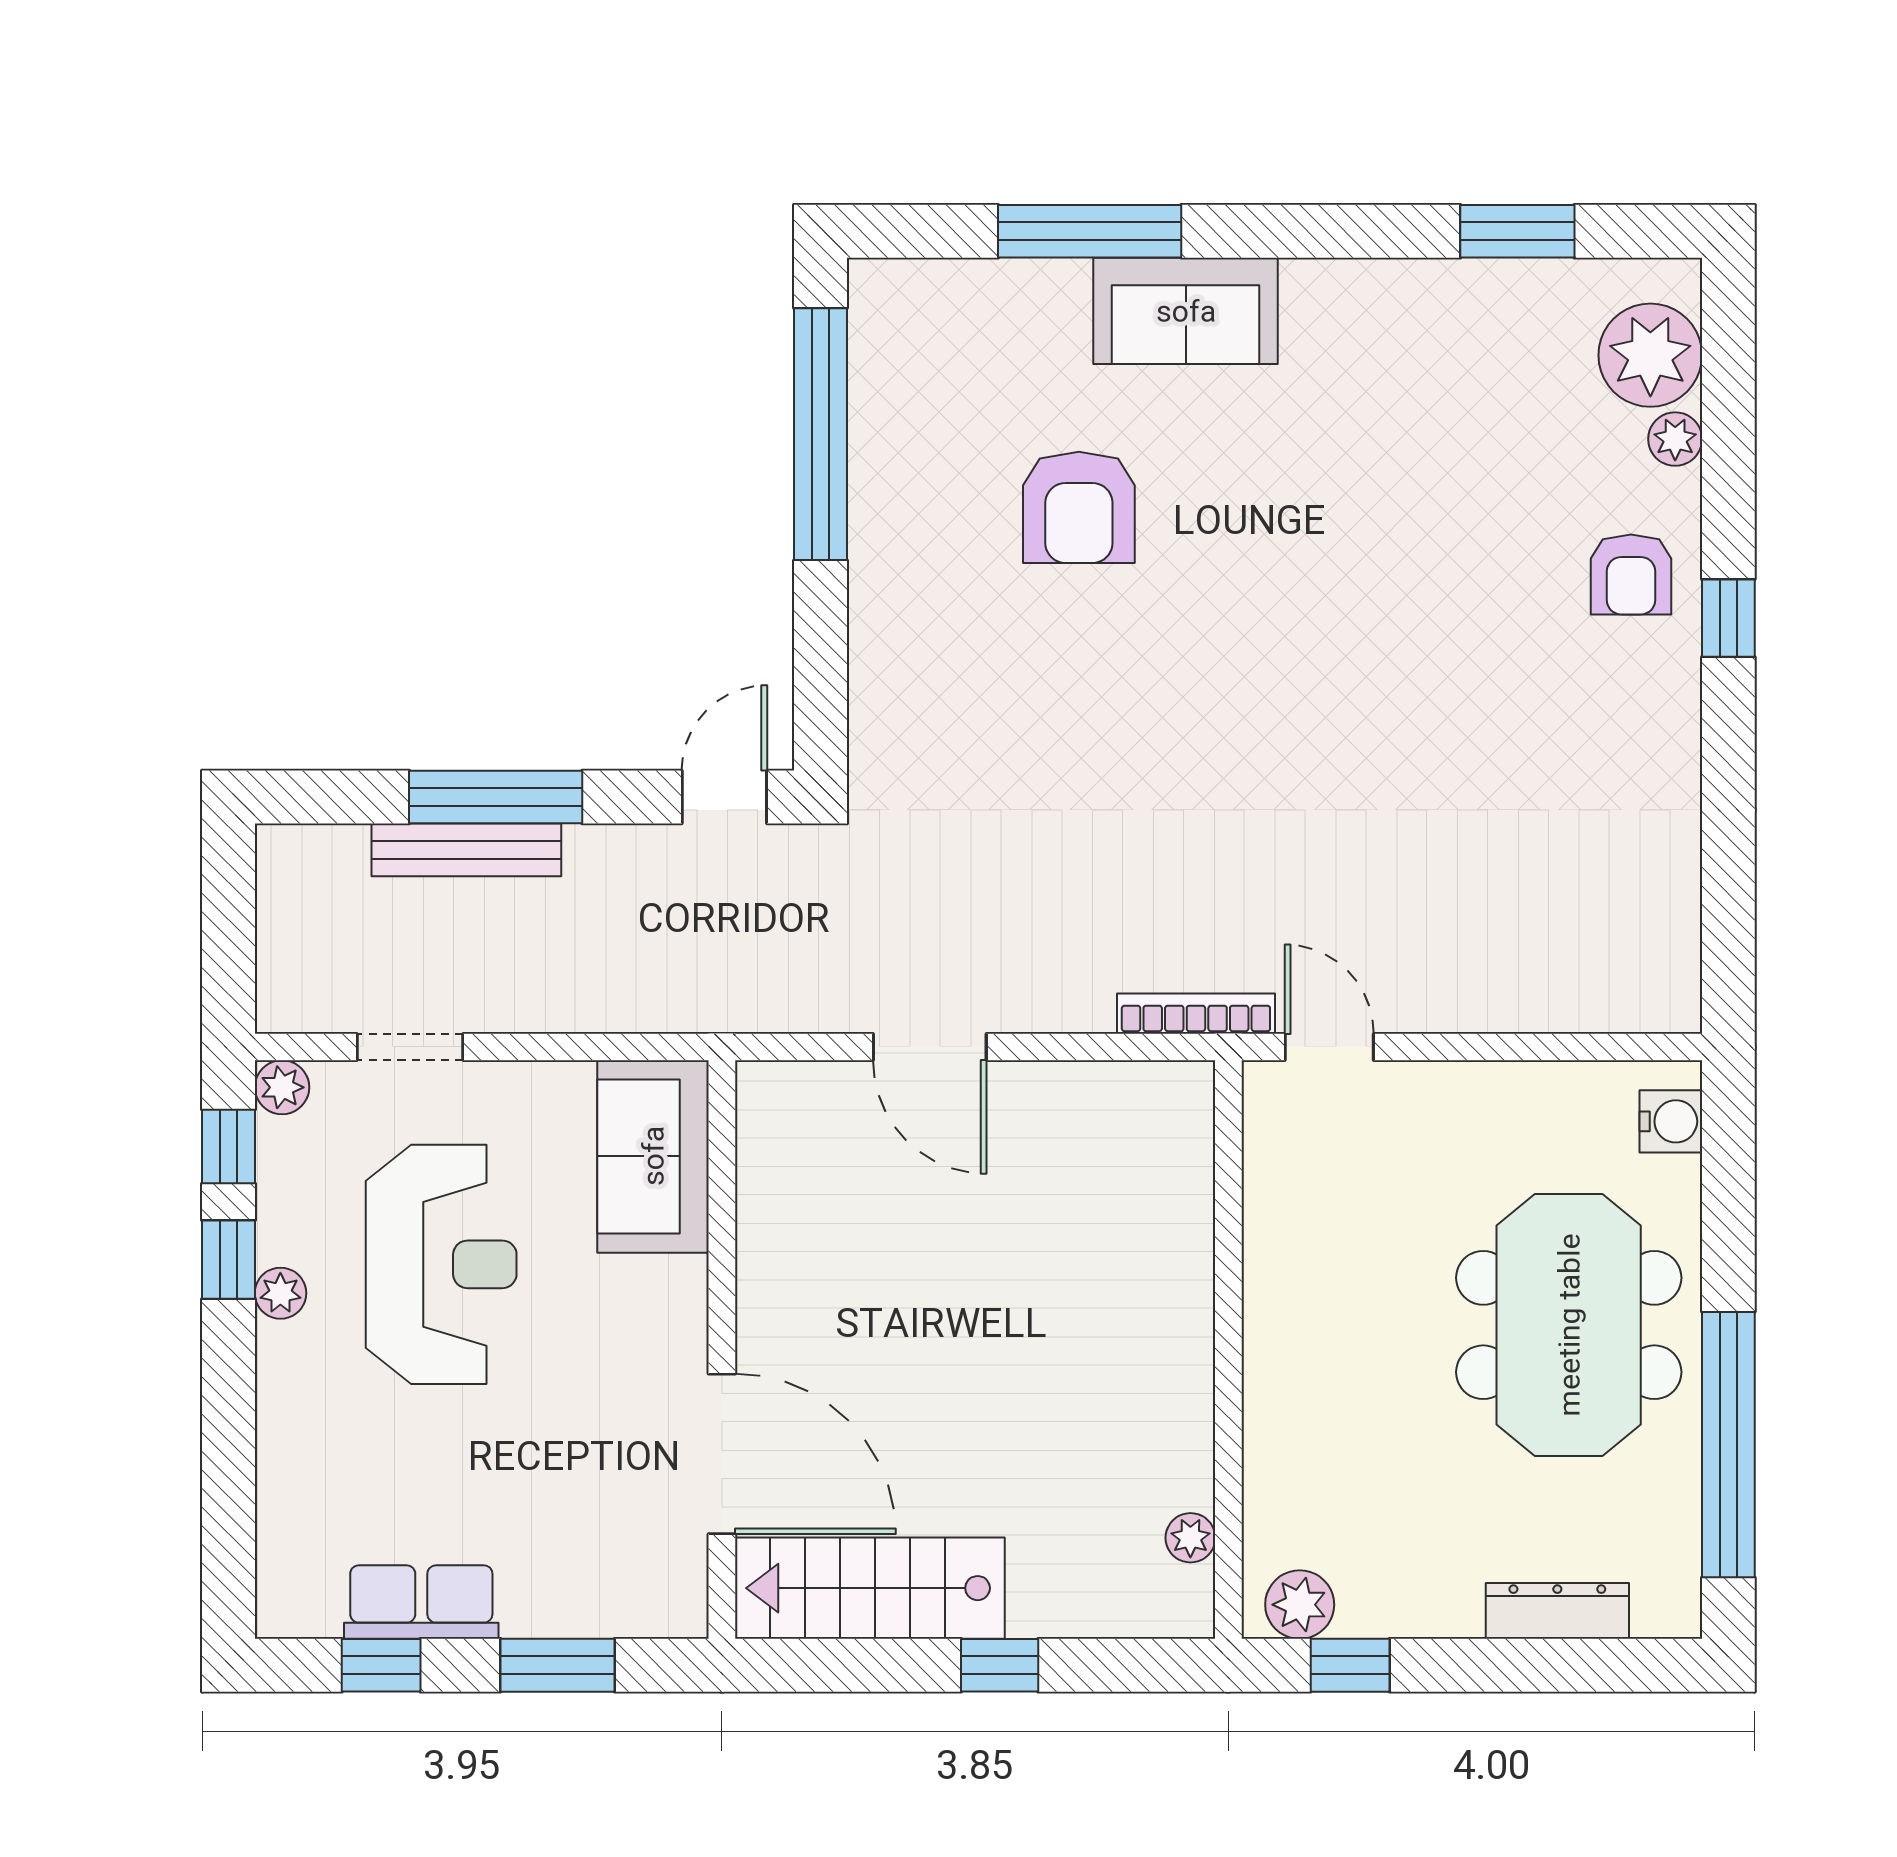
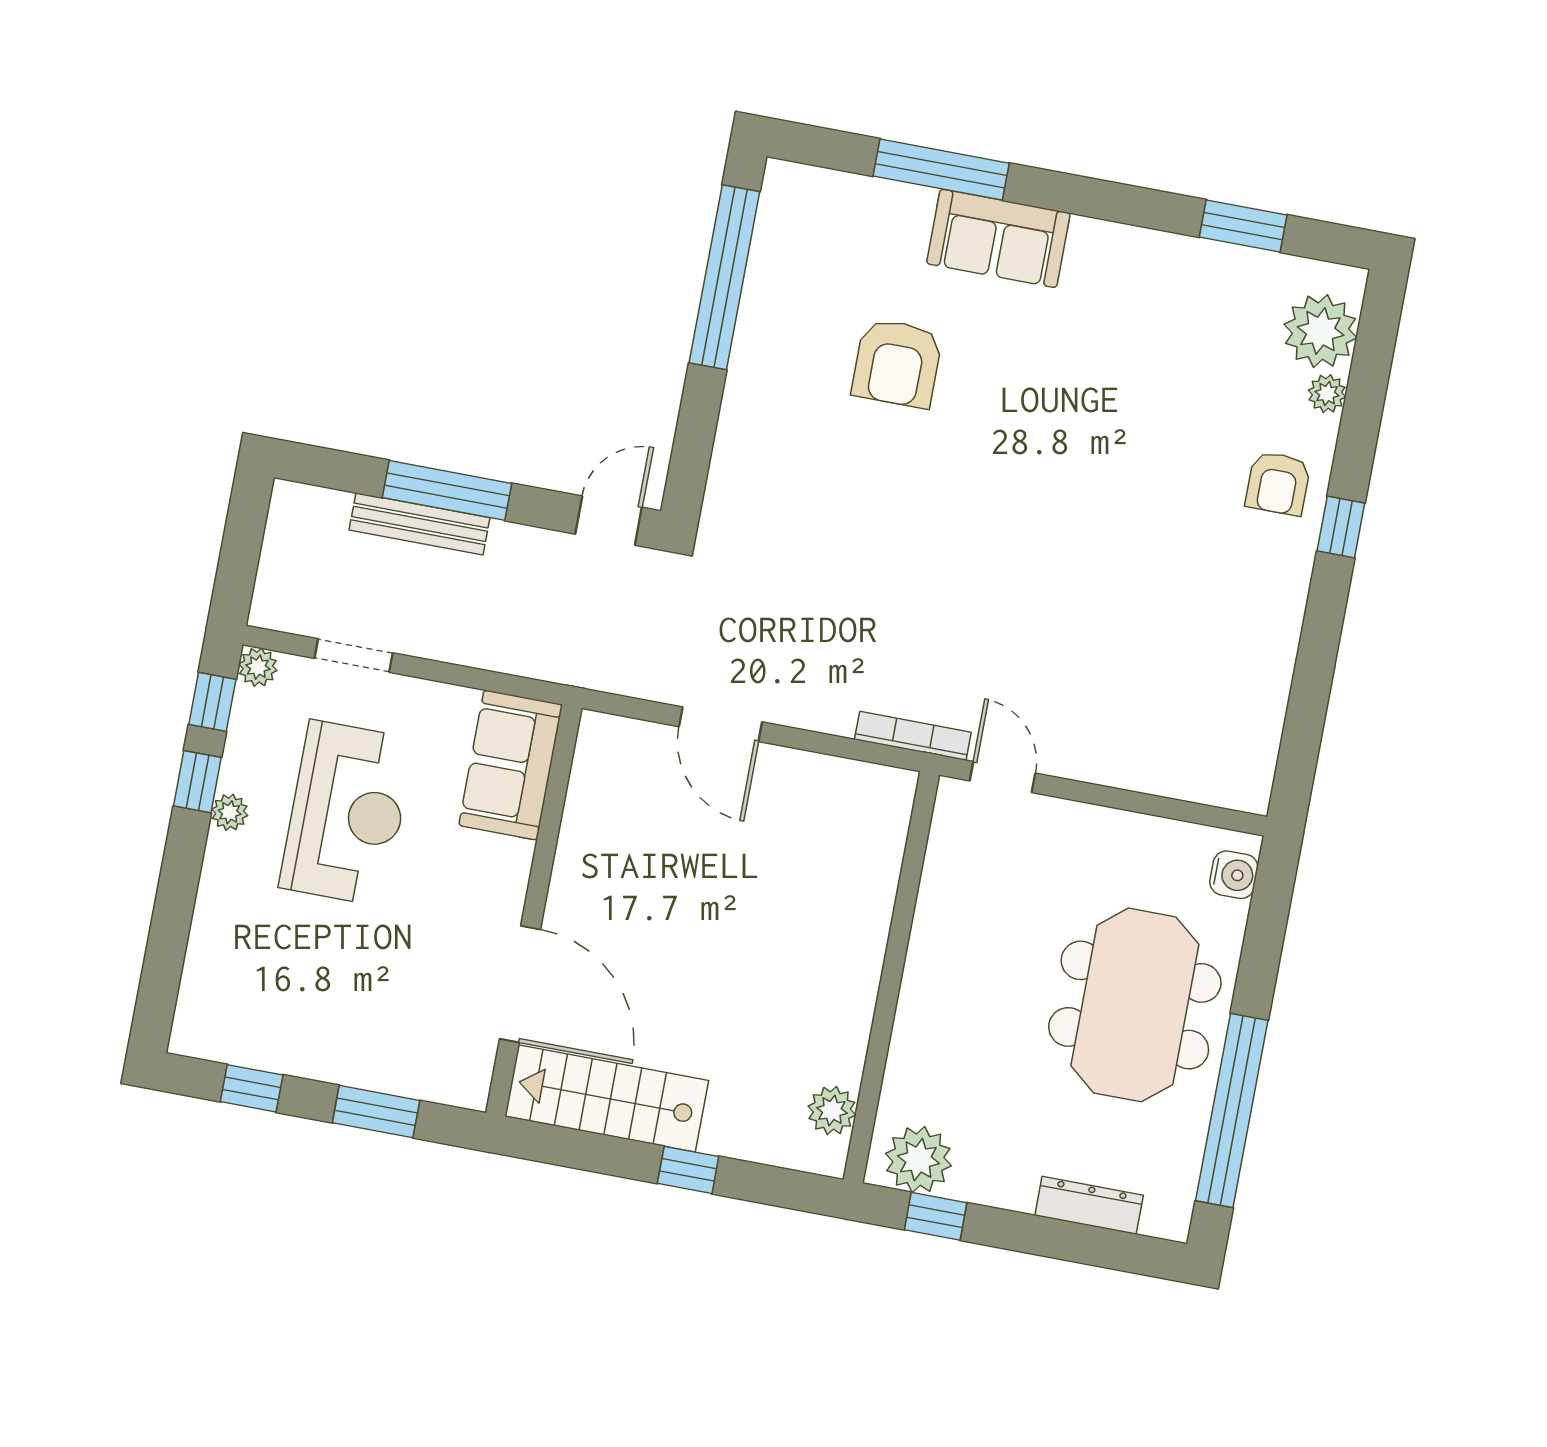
plant: (1190, 1538) -> (832, 1111), width x1.38, depth x1.38
row of seats: (421, 1602) -> (288, 1049), removed
plant: (1300, 1605) -> (918, 1160), width x1.36, depth x1.36

